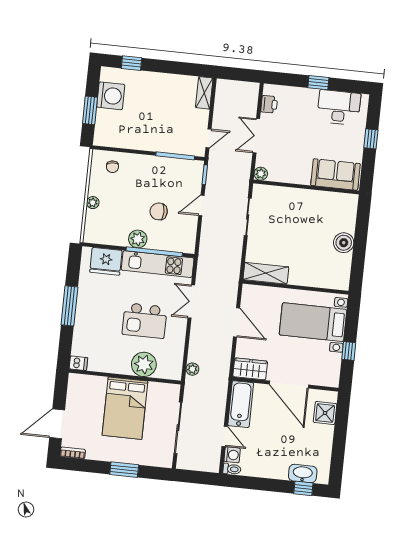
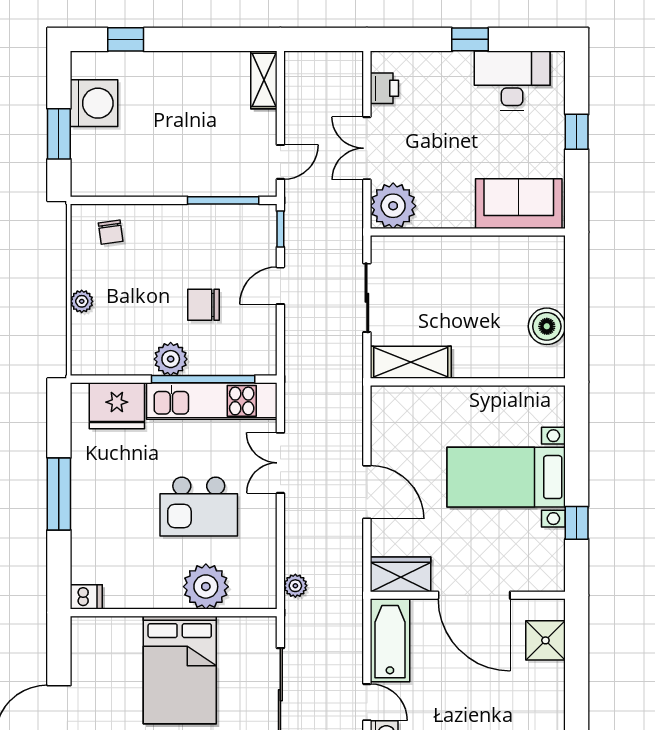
plant: (261, 174) -> (393, 206), width x1.88, depth x1.88
shelving: (266, 273) -> (411, 362), moved
wall: (296, 287) -> (468, 382), moved

